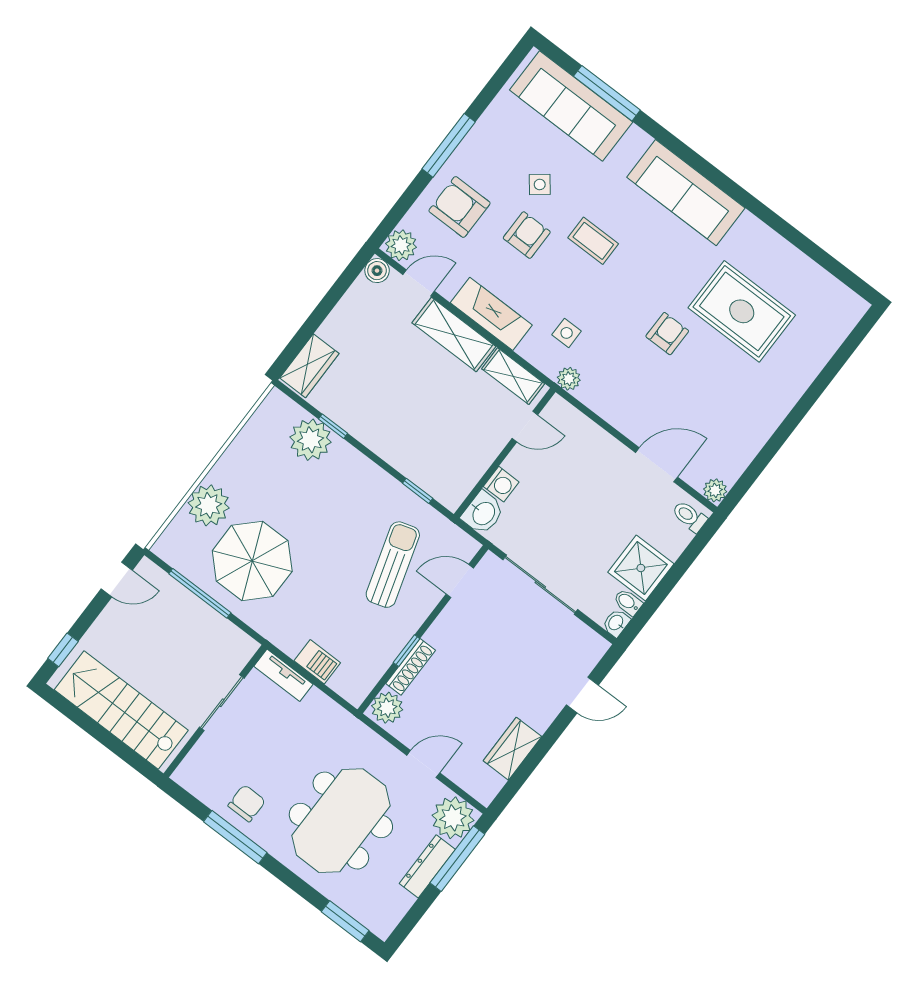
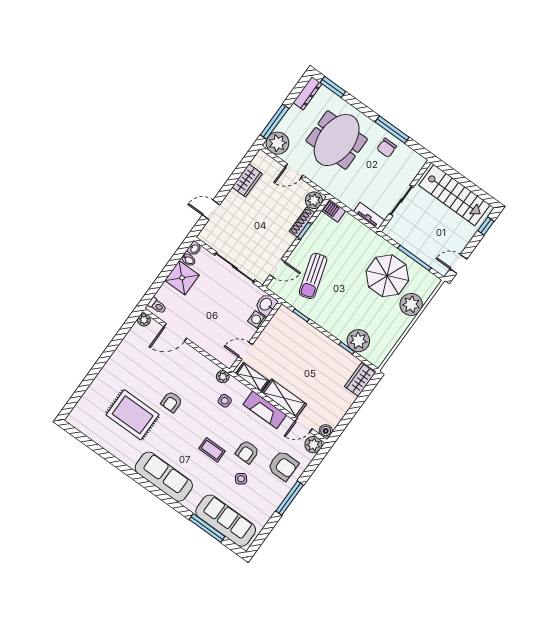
barbecue: (317, 662) -> (334, 211), moved
dresser: (427, 866) -> (308, 93), moved

